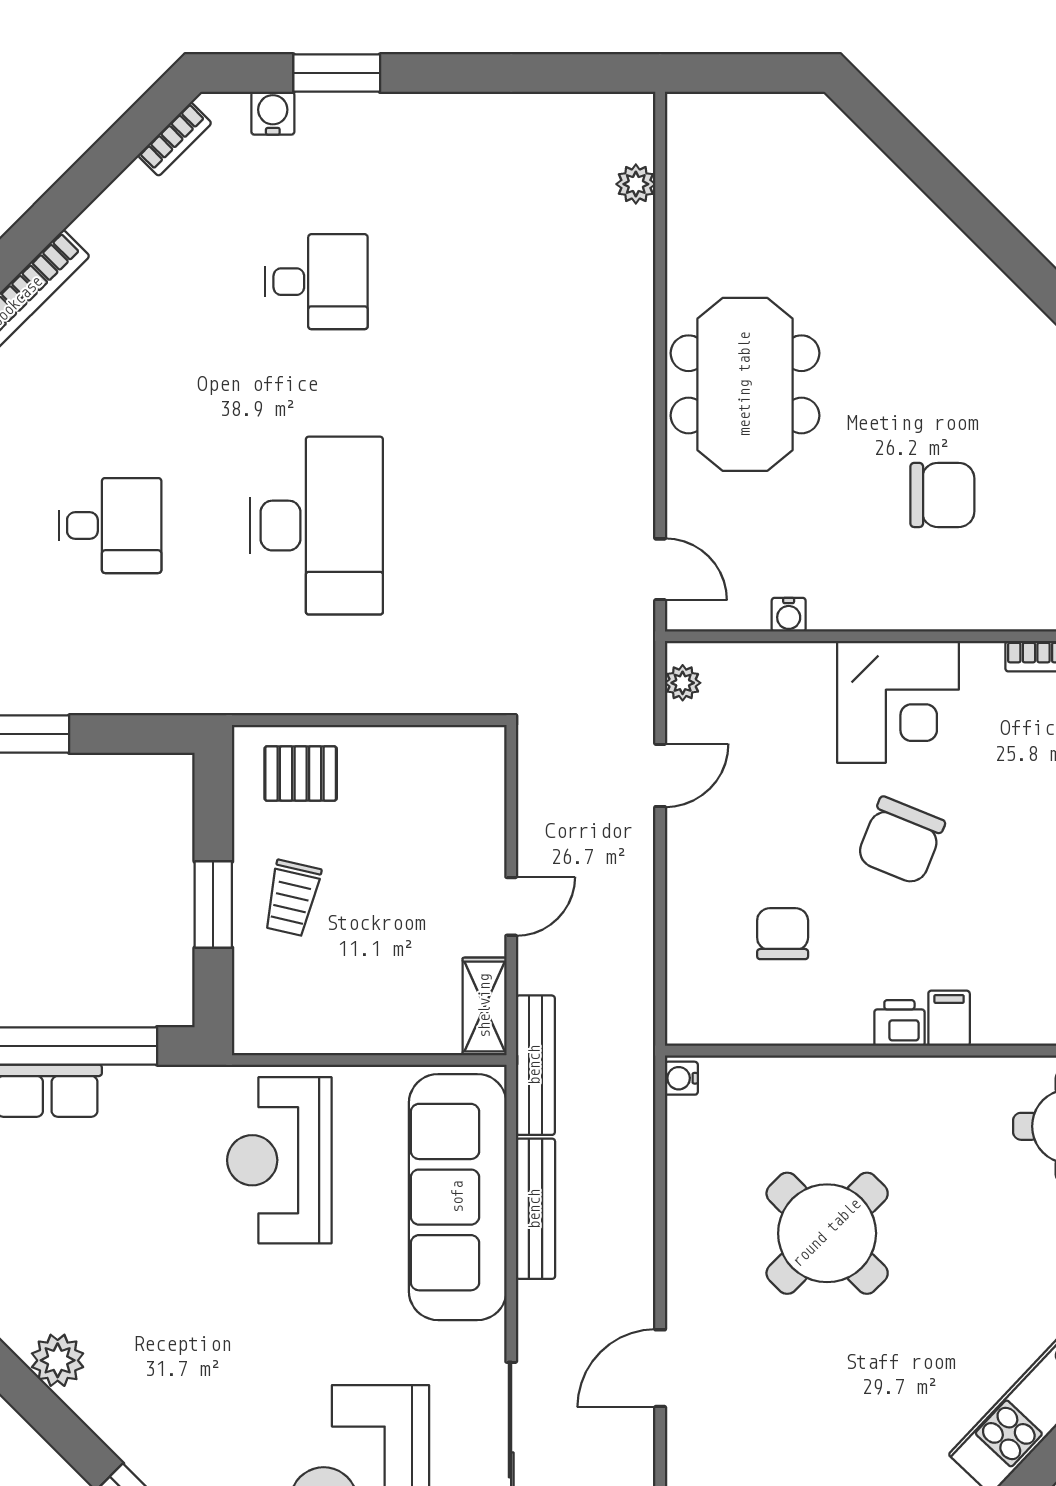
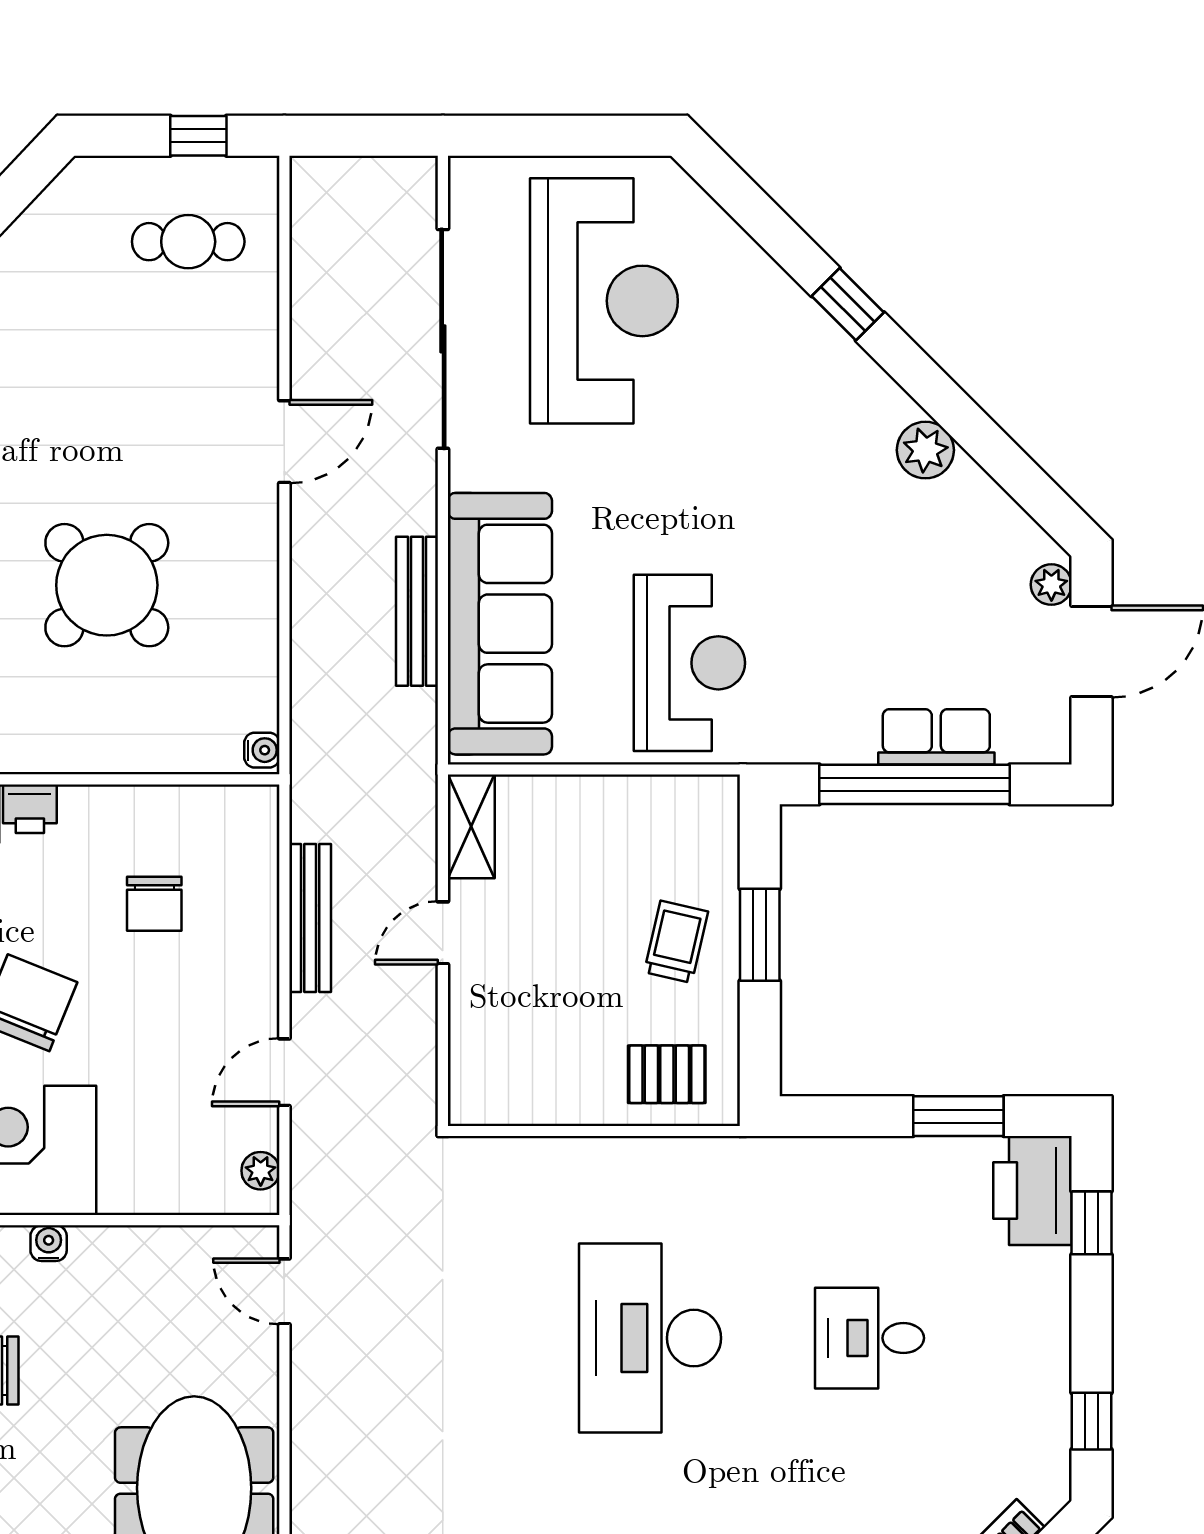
water cooler: (789, 615) -> (49, 1243), moved
bench: (535, 1065) -> (310, 918), moved

